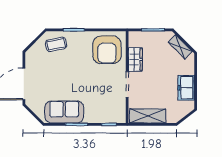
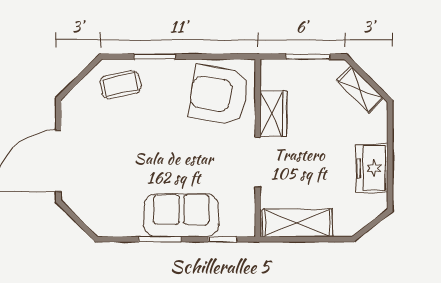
armchair: (107, 50) -> (219, 95), turned 100
sofa: (64, 112) -> (181, 215), moved

